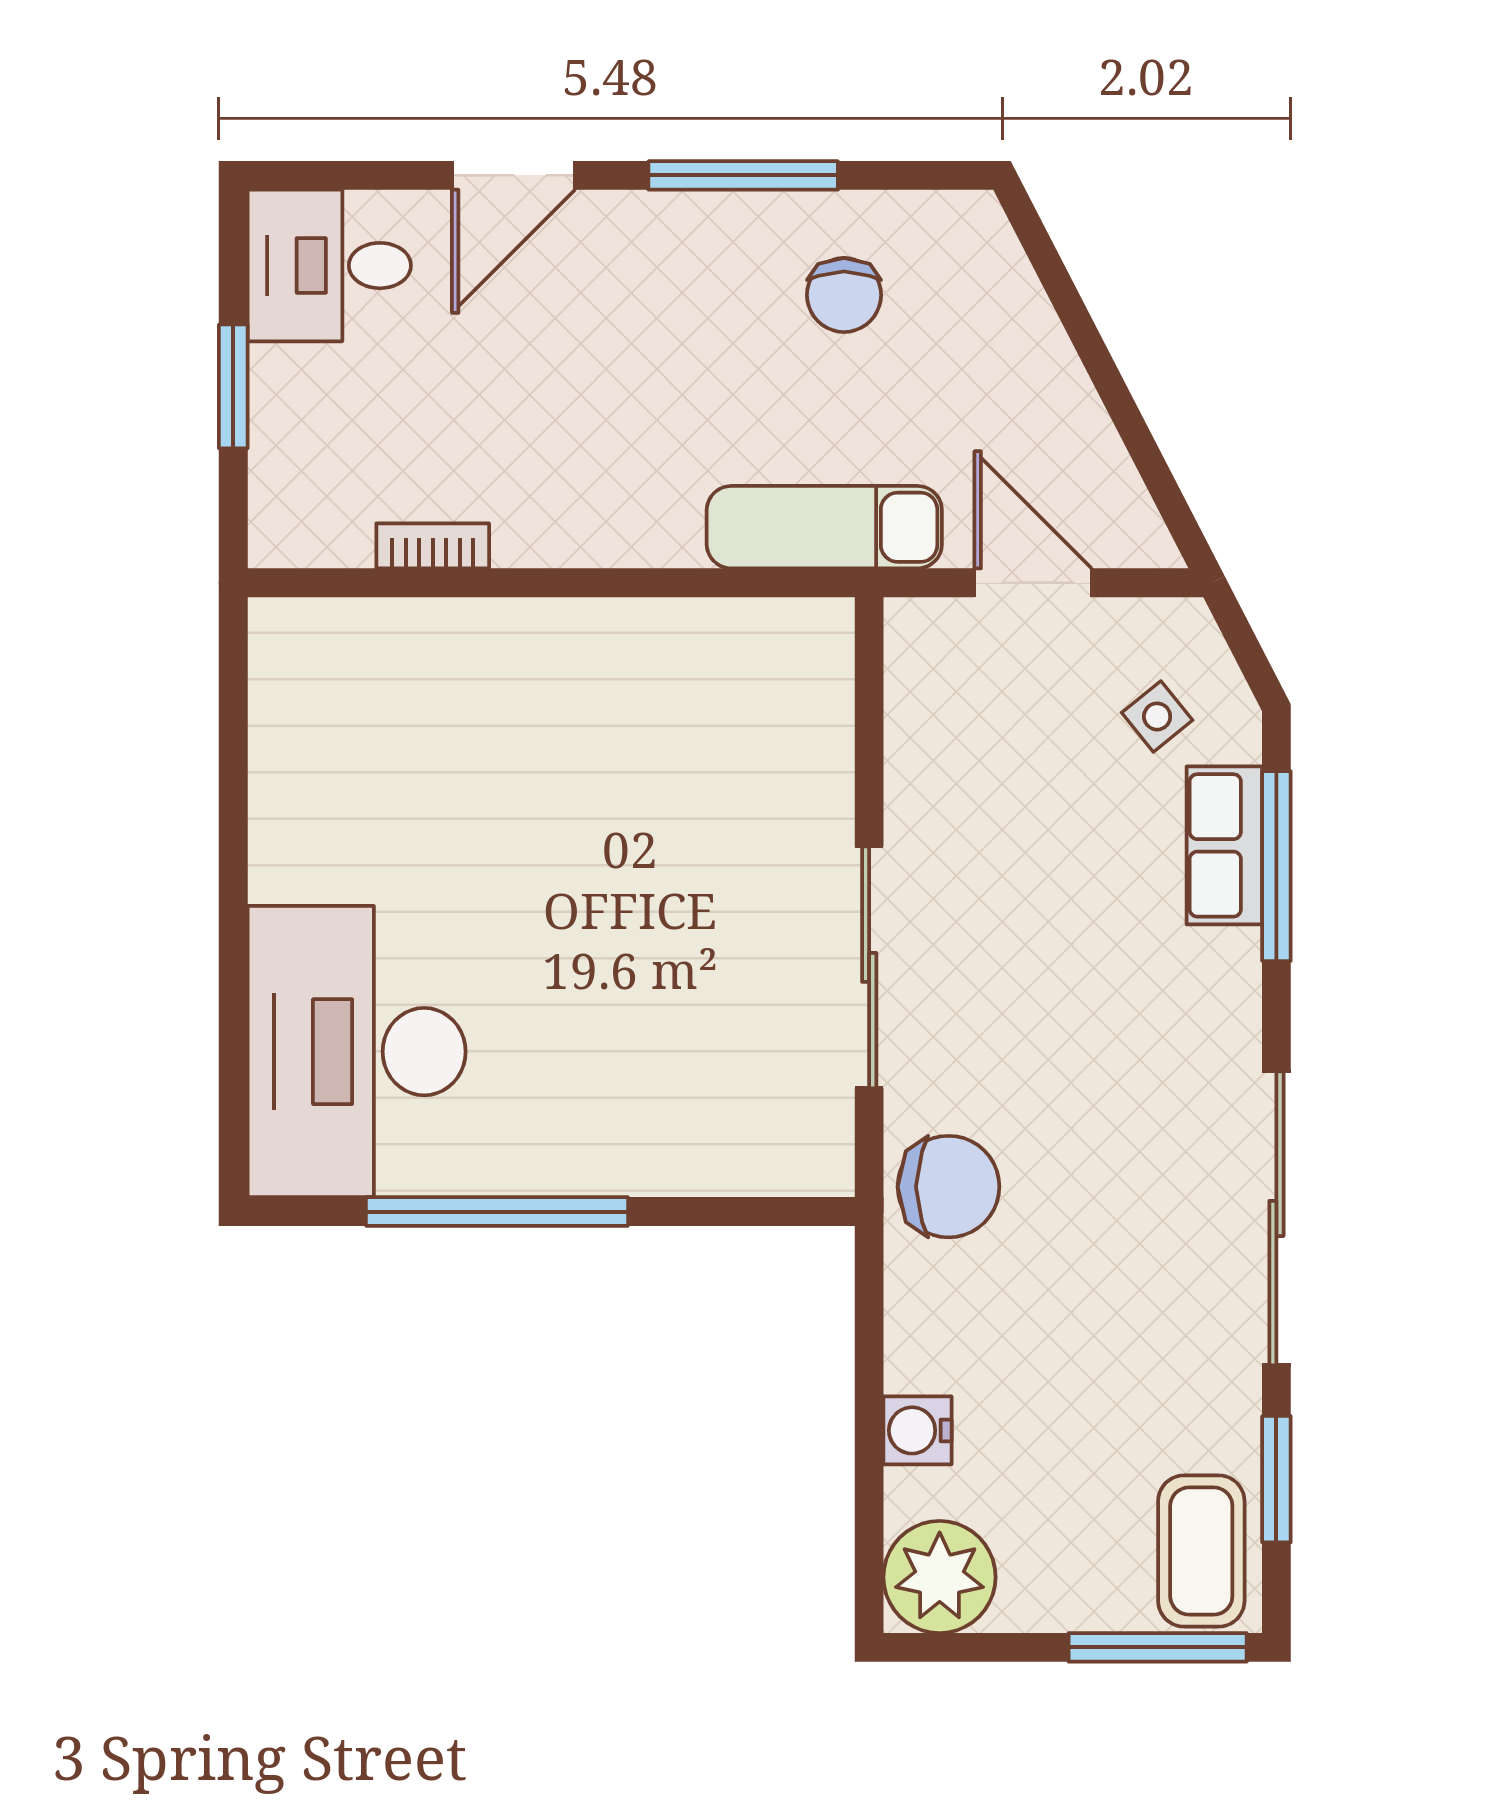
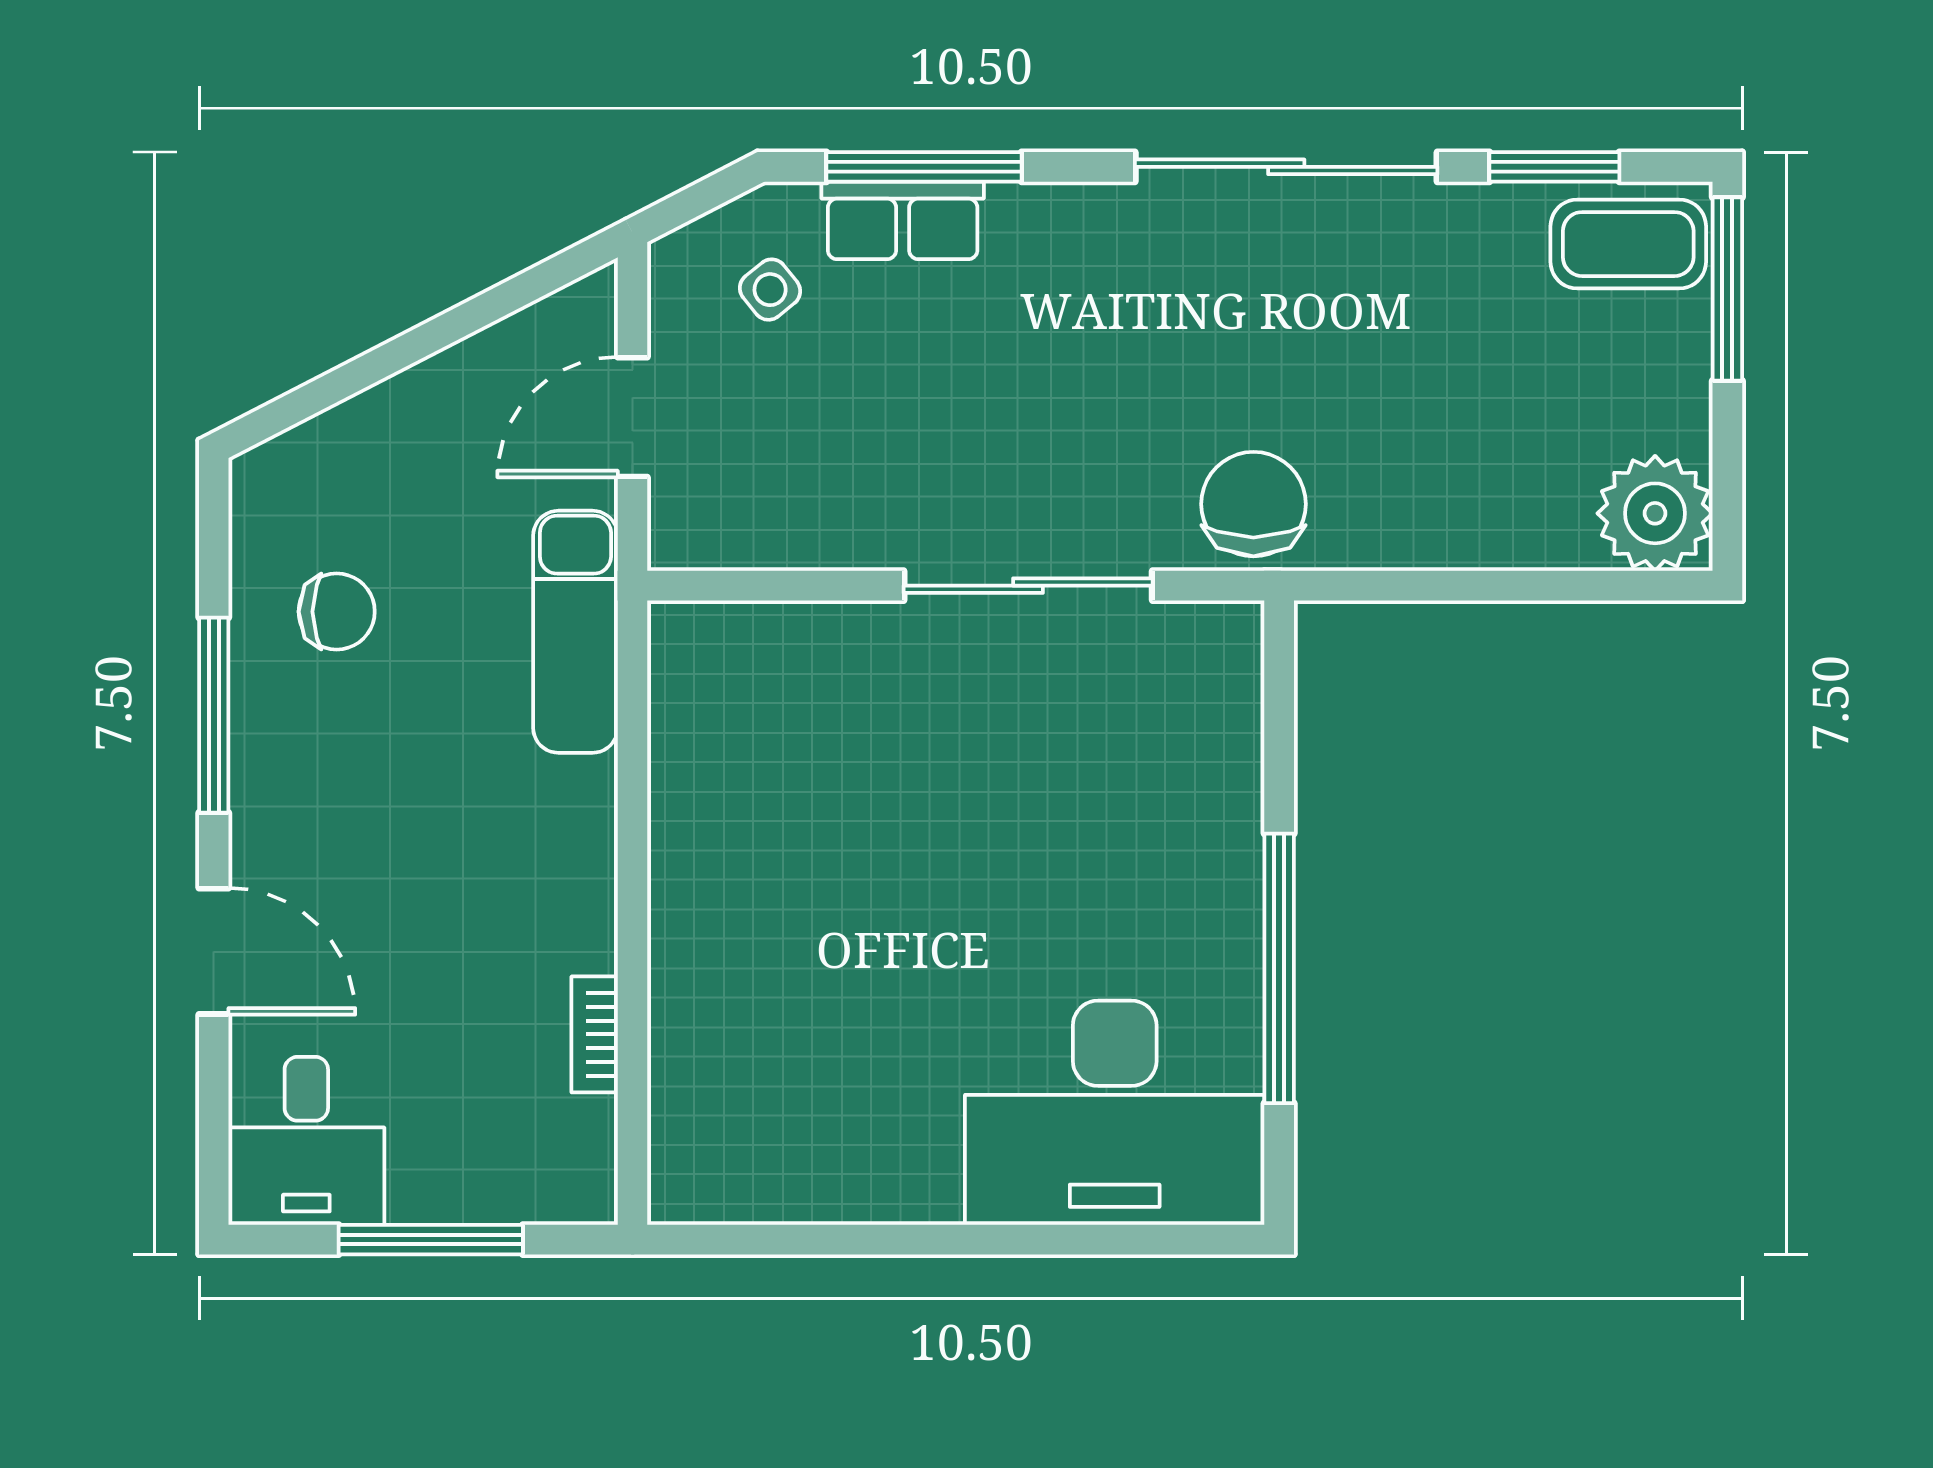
window: (233, 386) -> (431, 1240), width x1.44
water cooler: (917, 1430) -> (1504, 536), removed

